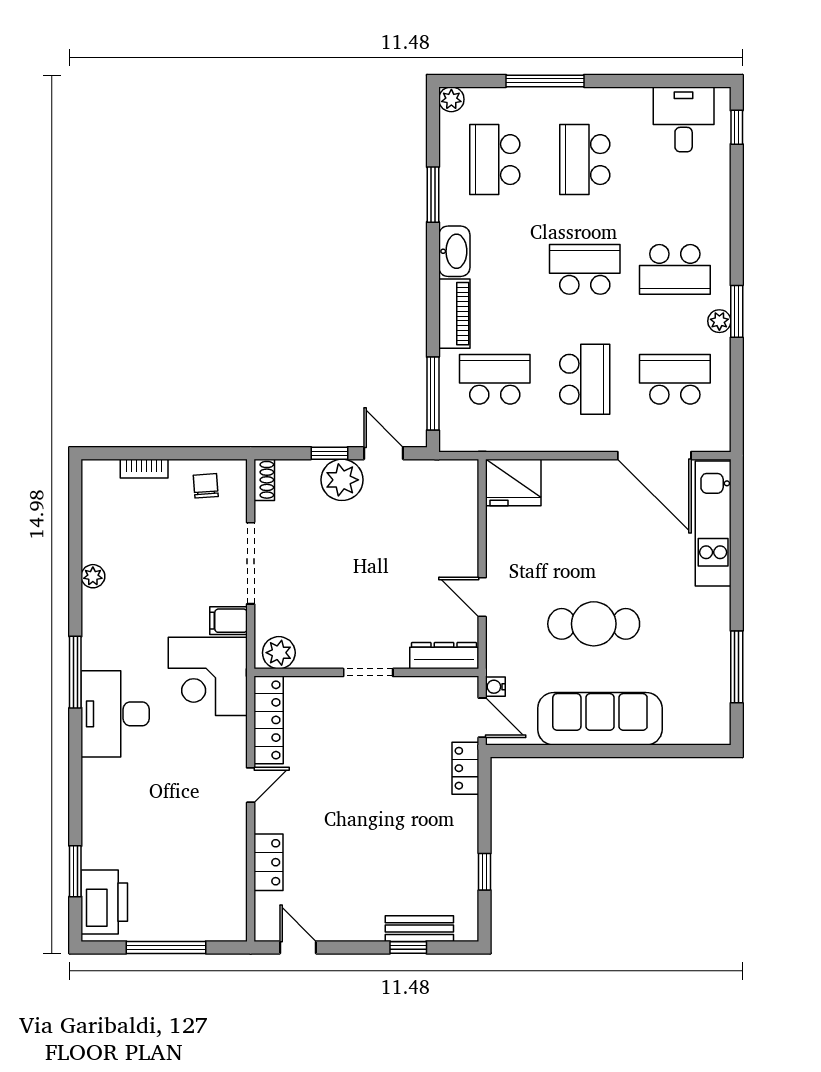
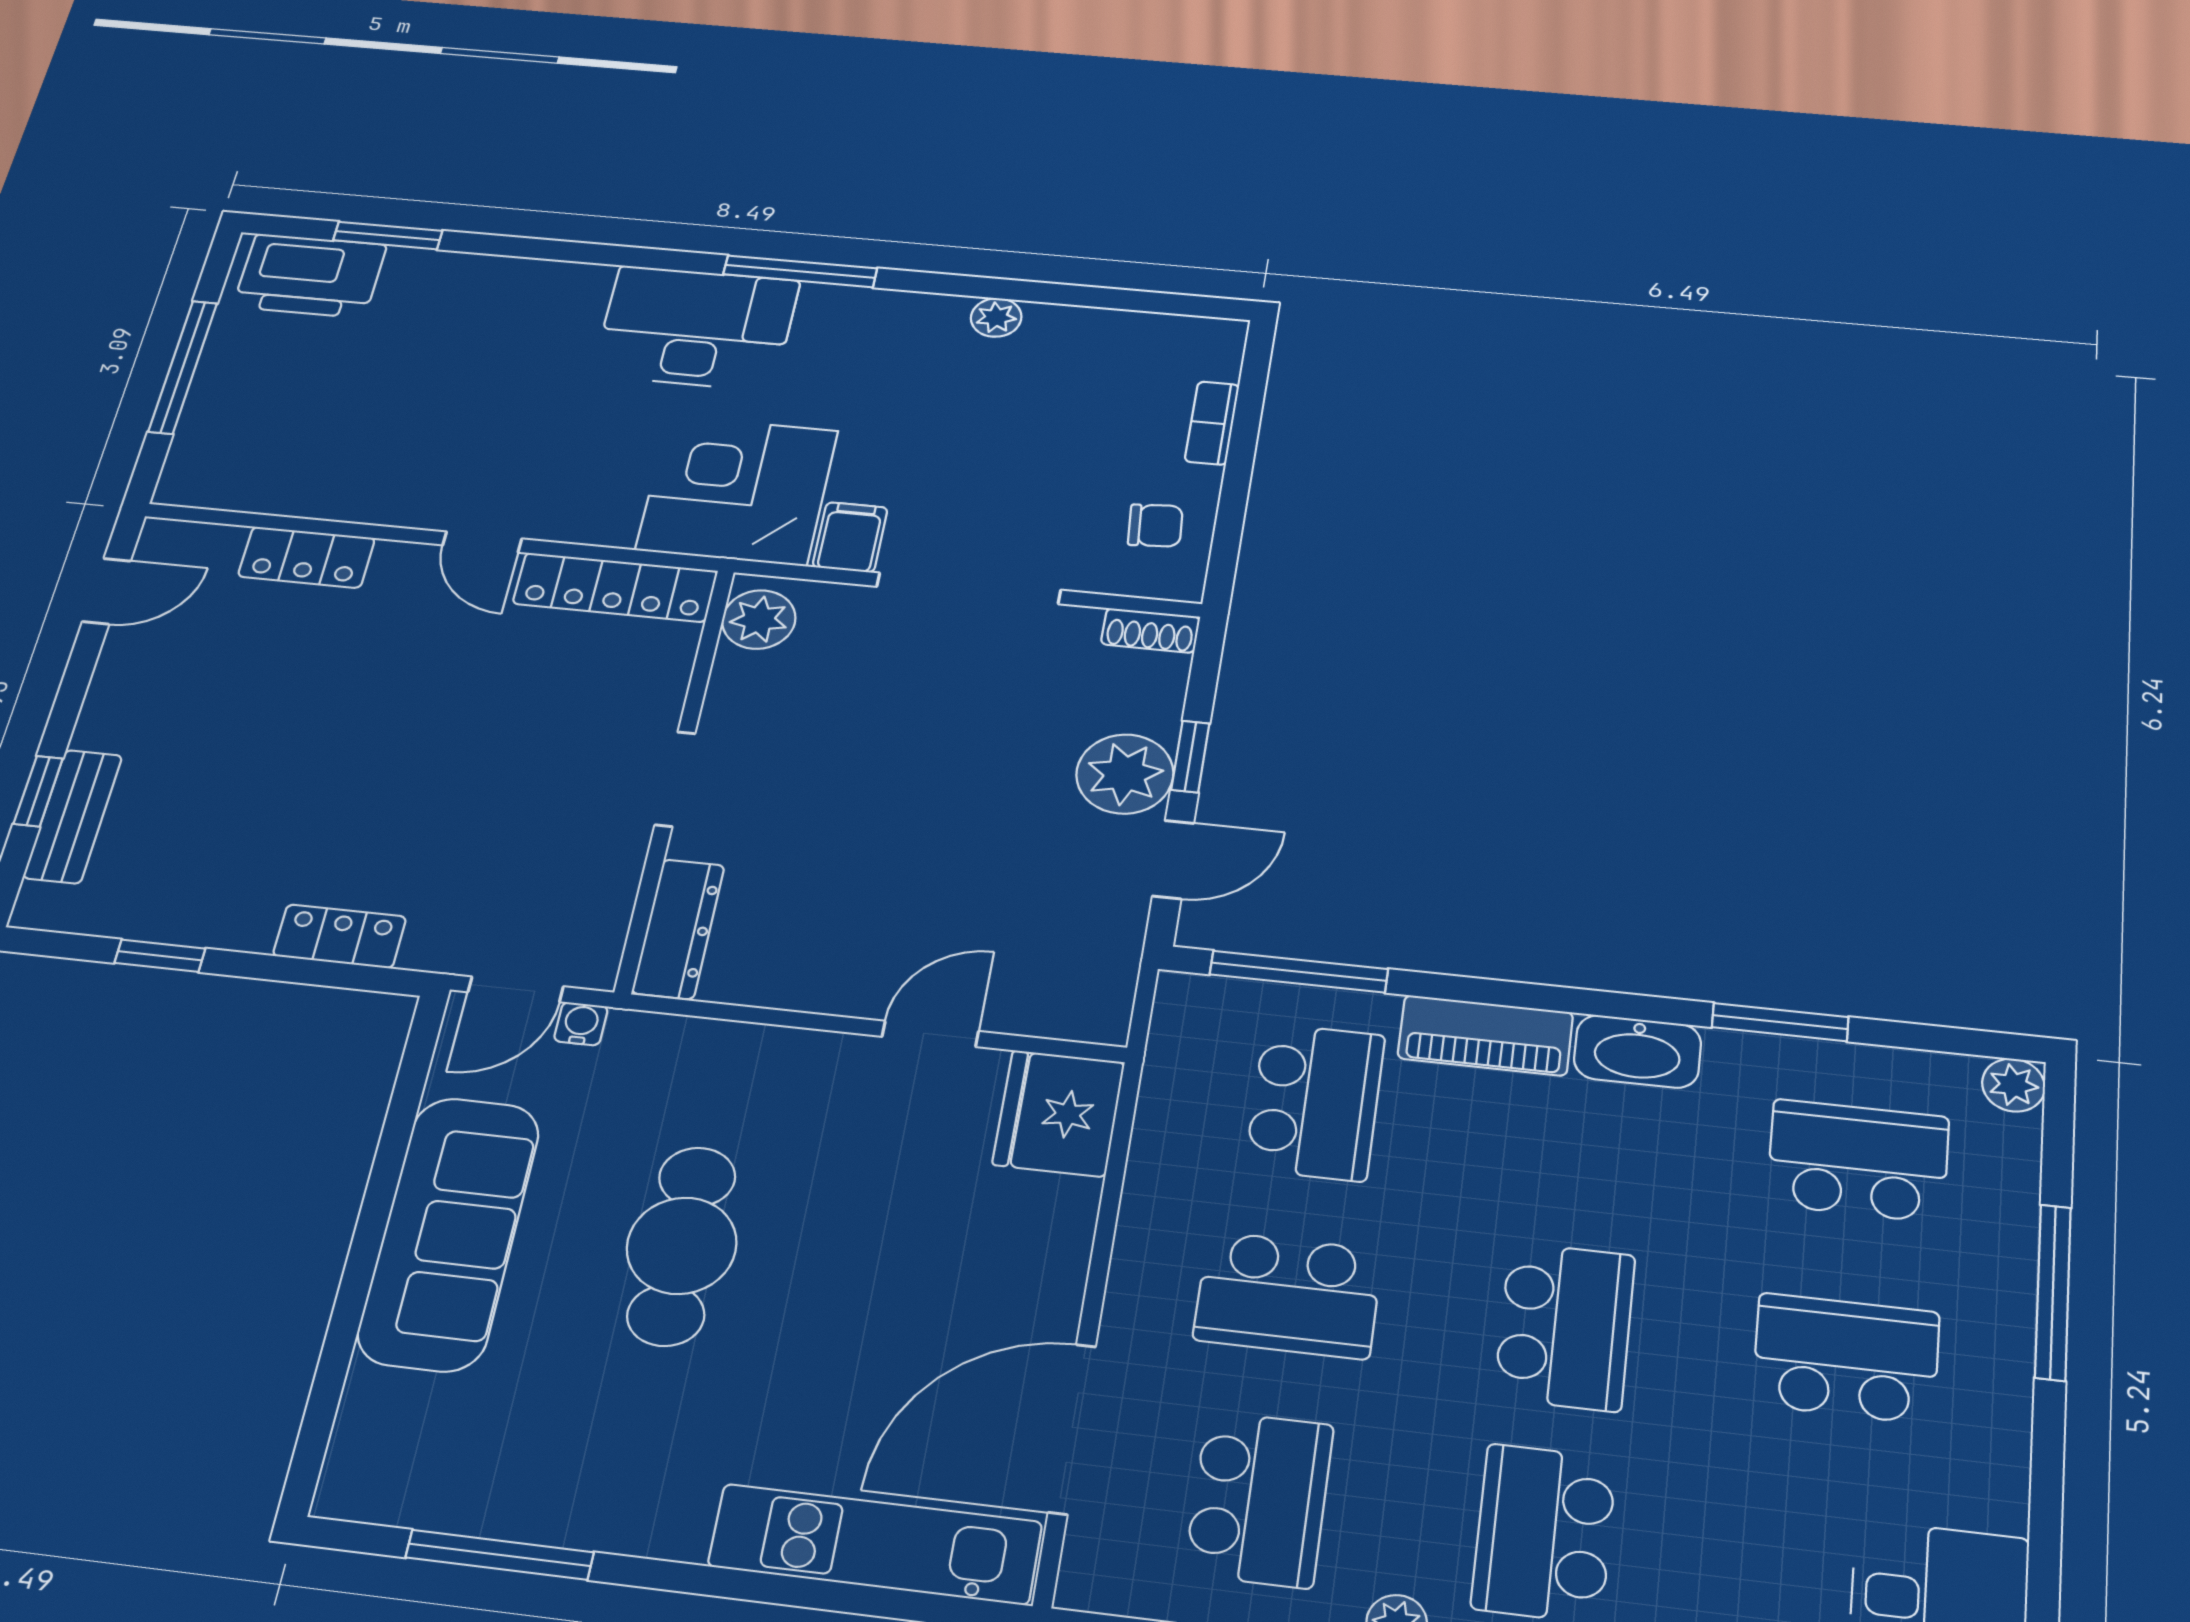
door: (482, 597) -> (930, 1034), moved
locker: (465, 768) -> (340, 936), moved

